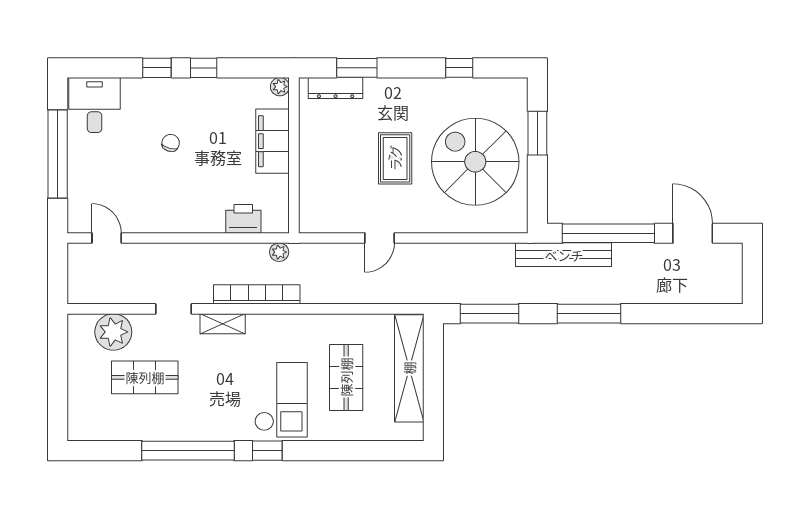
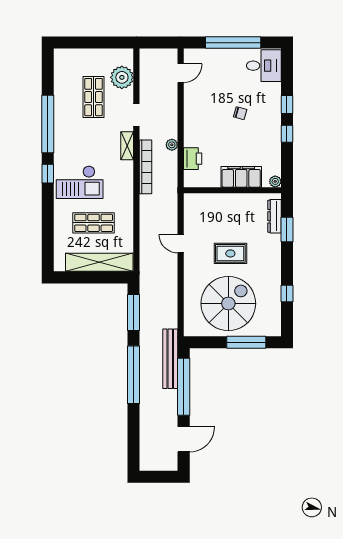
window: (537, 133) -> (246, 342), width x1.44
plant: (279, 252) -> (172, 145), moved
window: (589, 314) -> (133, 375), width x1.46

